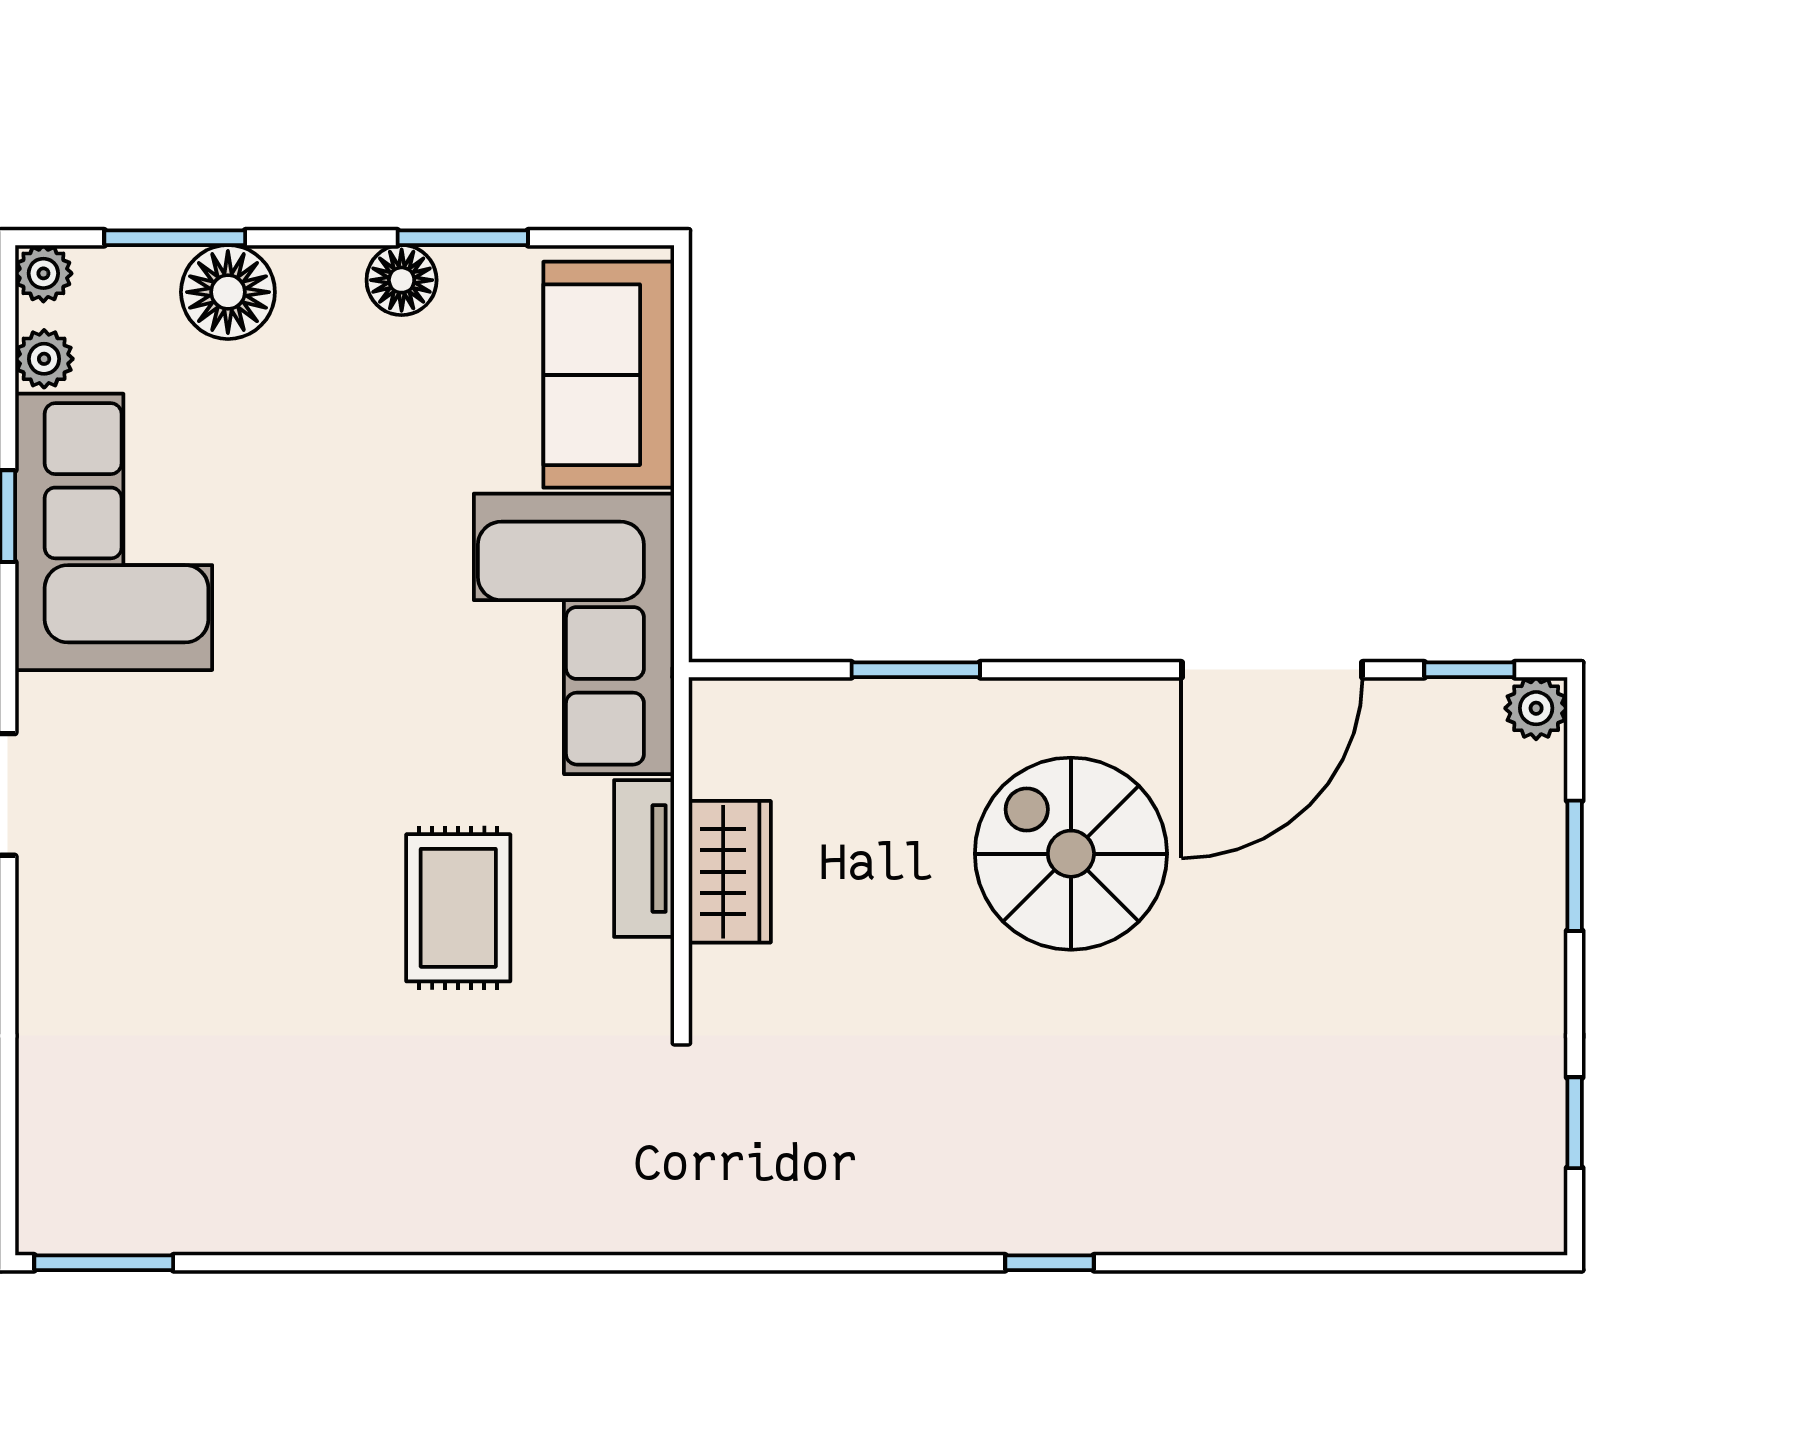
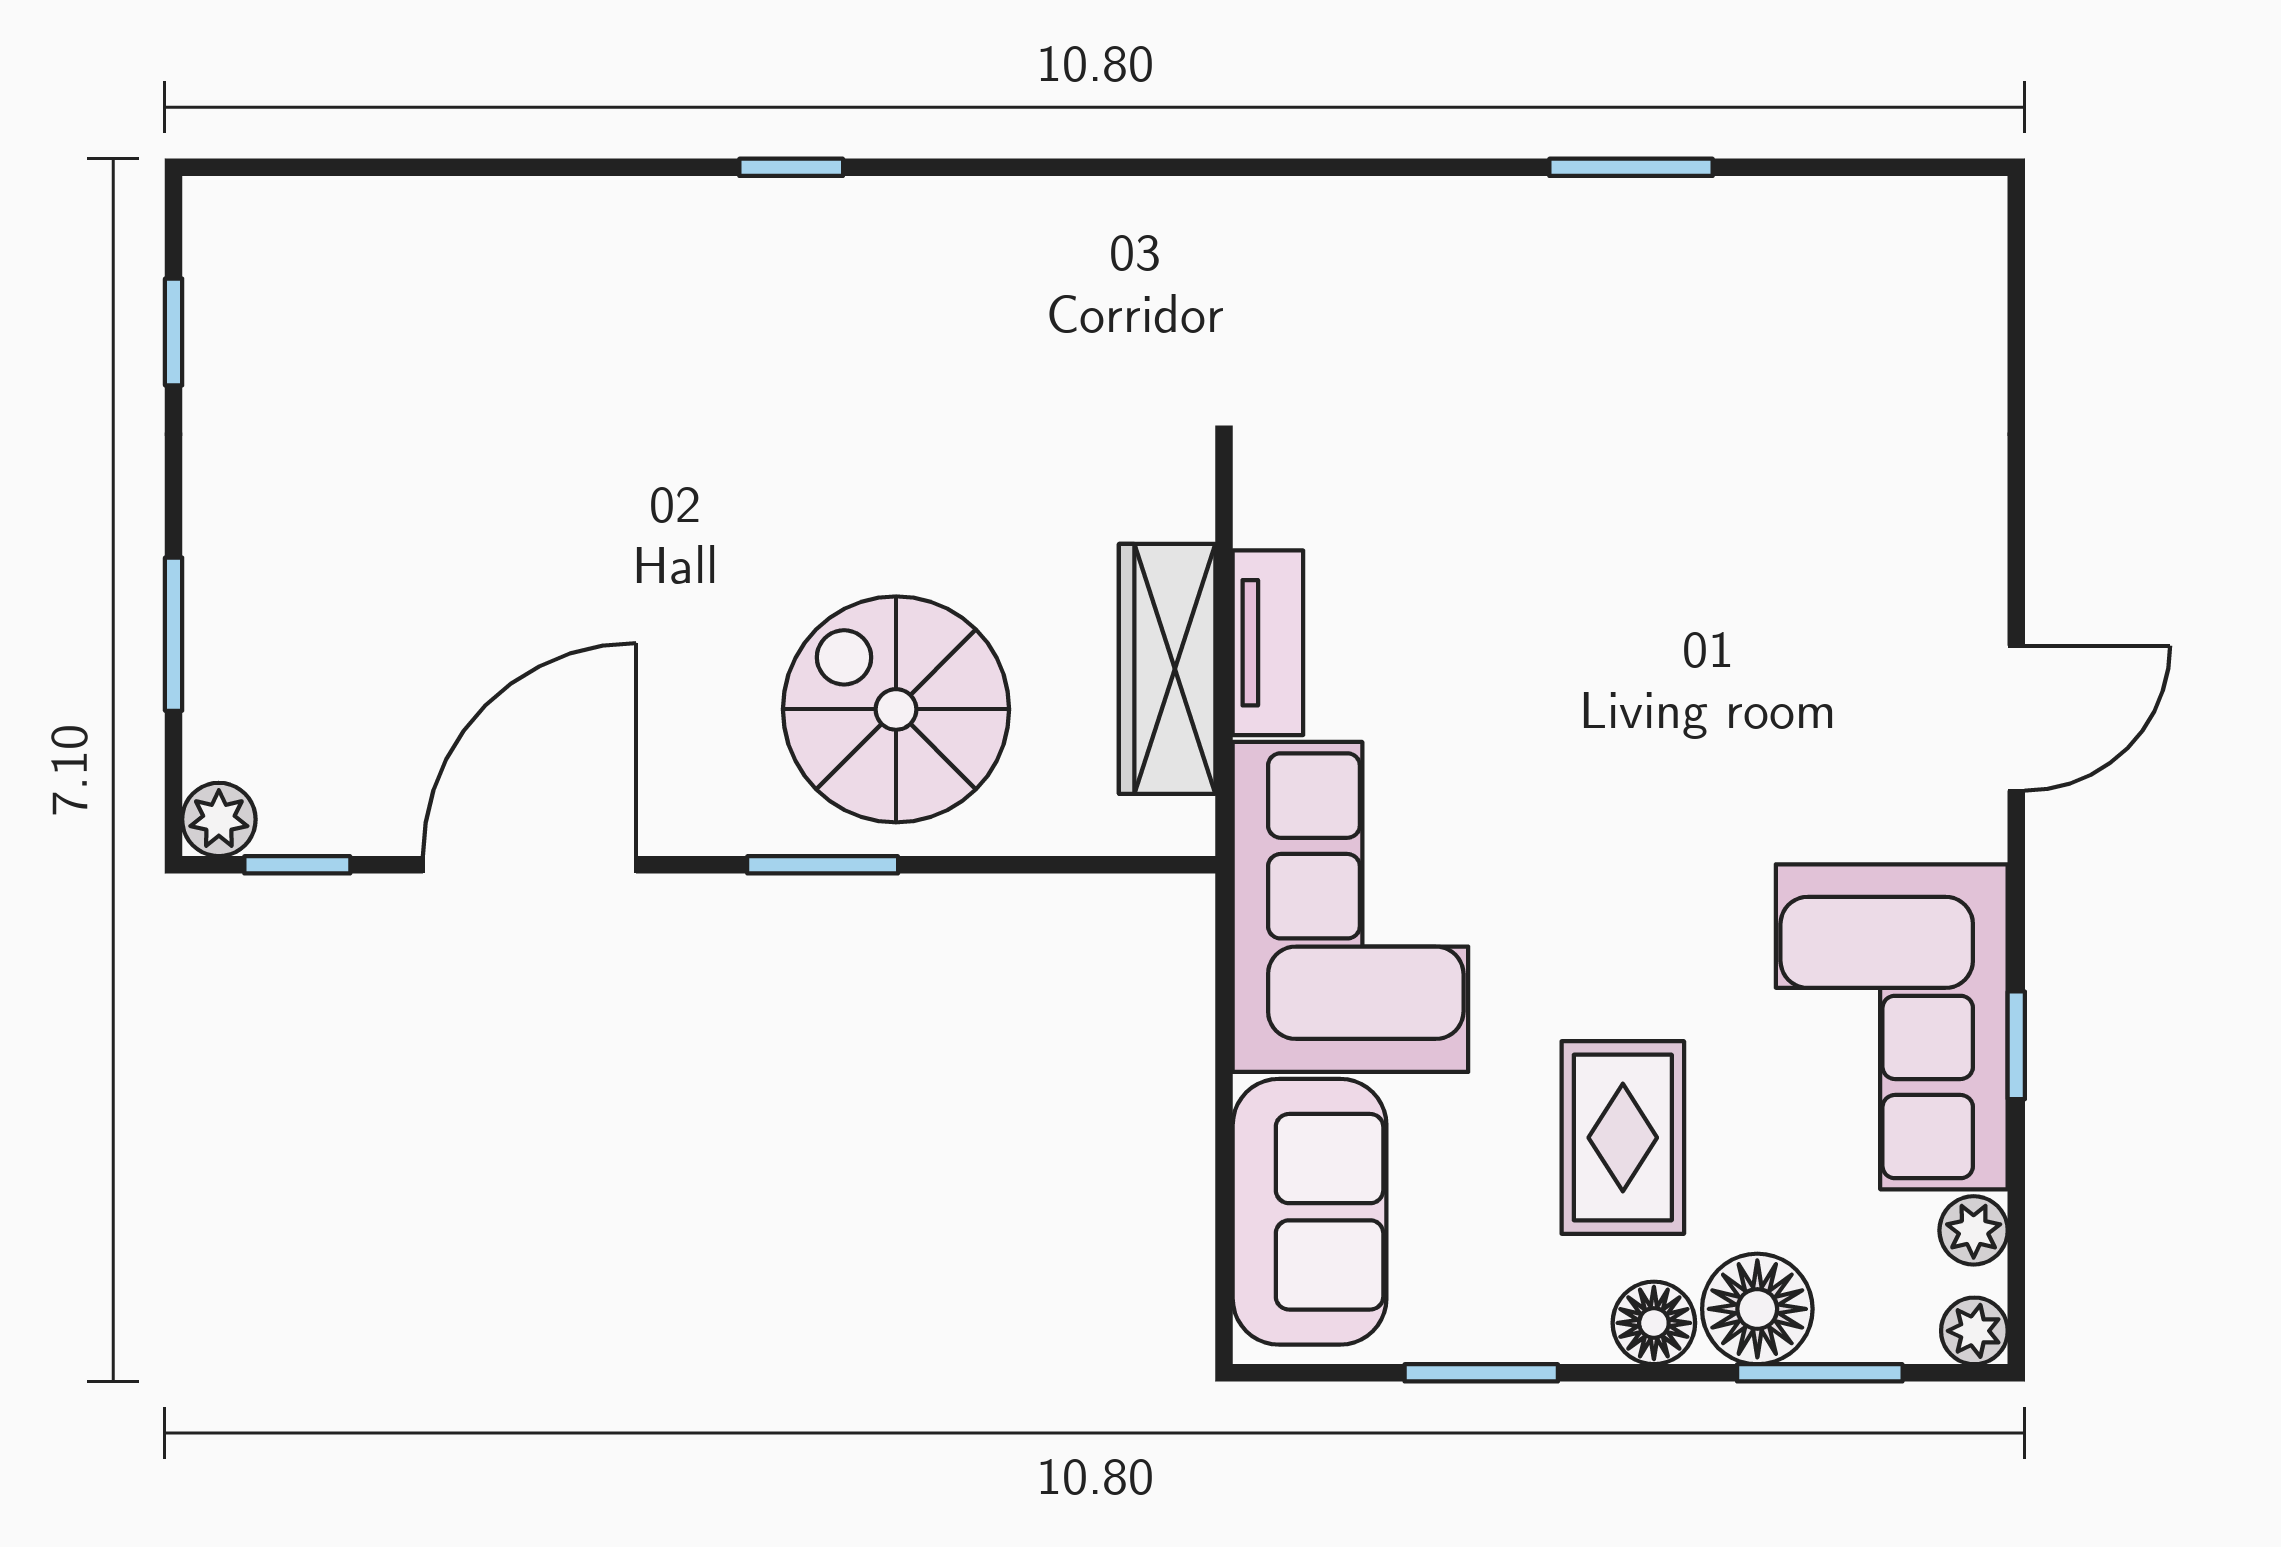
floor lamp: (402, 280) -> (1654, 1323), moved
window: (916, 670) -> (823, 865), moved
spiral stairs: (1071, 854) -> (896, 709), moved, turned 180
wardrobe: (730, 872) -> (1167, 669), width x1.50
rug: (458, 908) -> (1623, 1138), moved
window: (104, 1263) -> (1631, 167), moved

